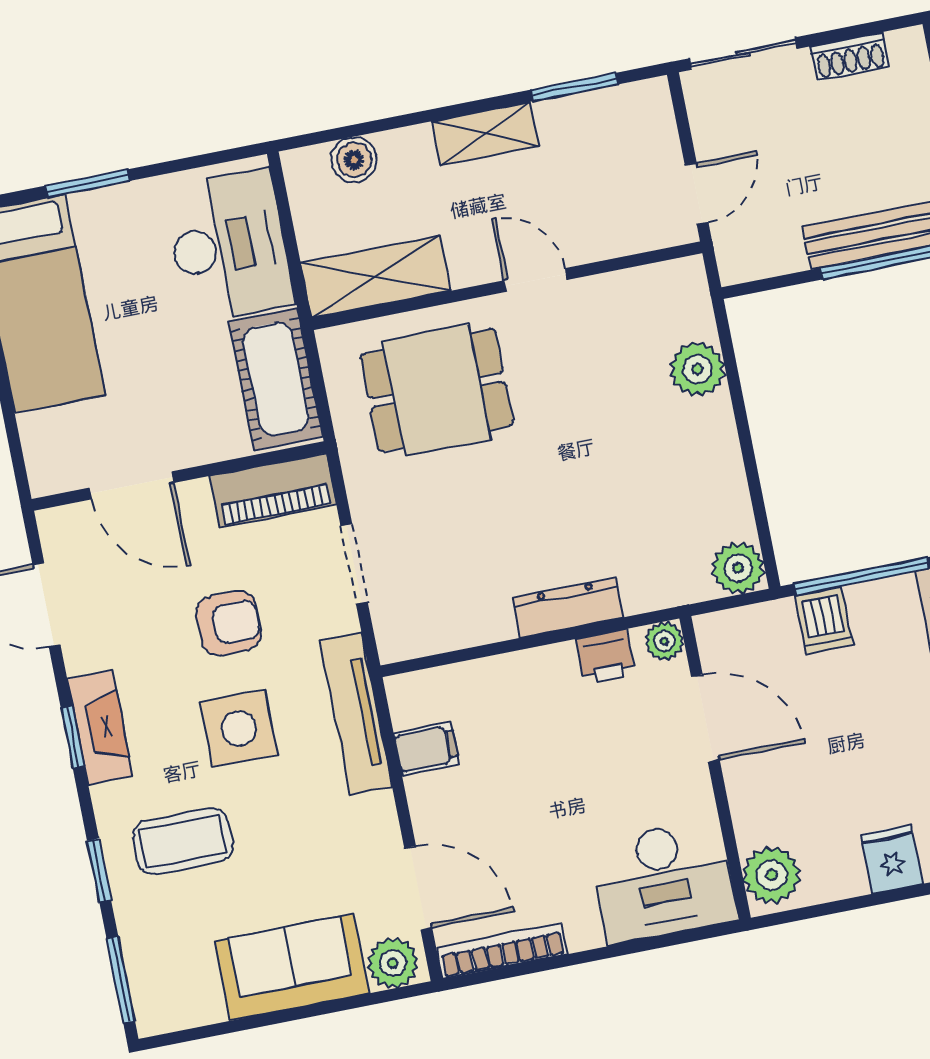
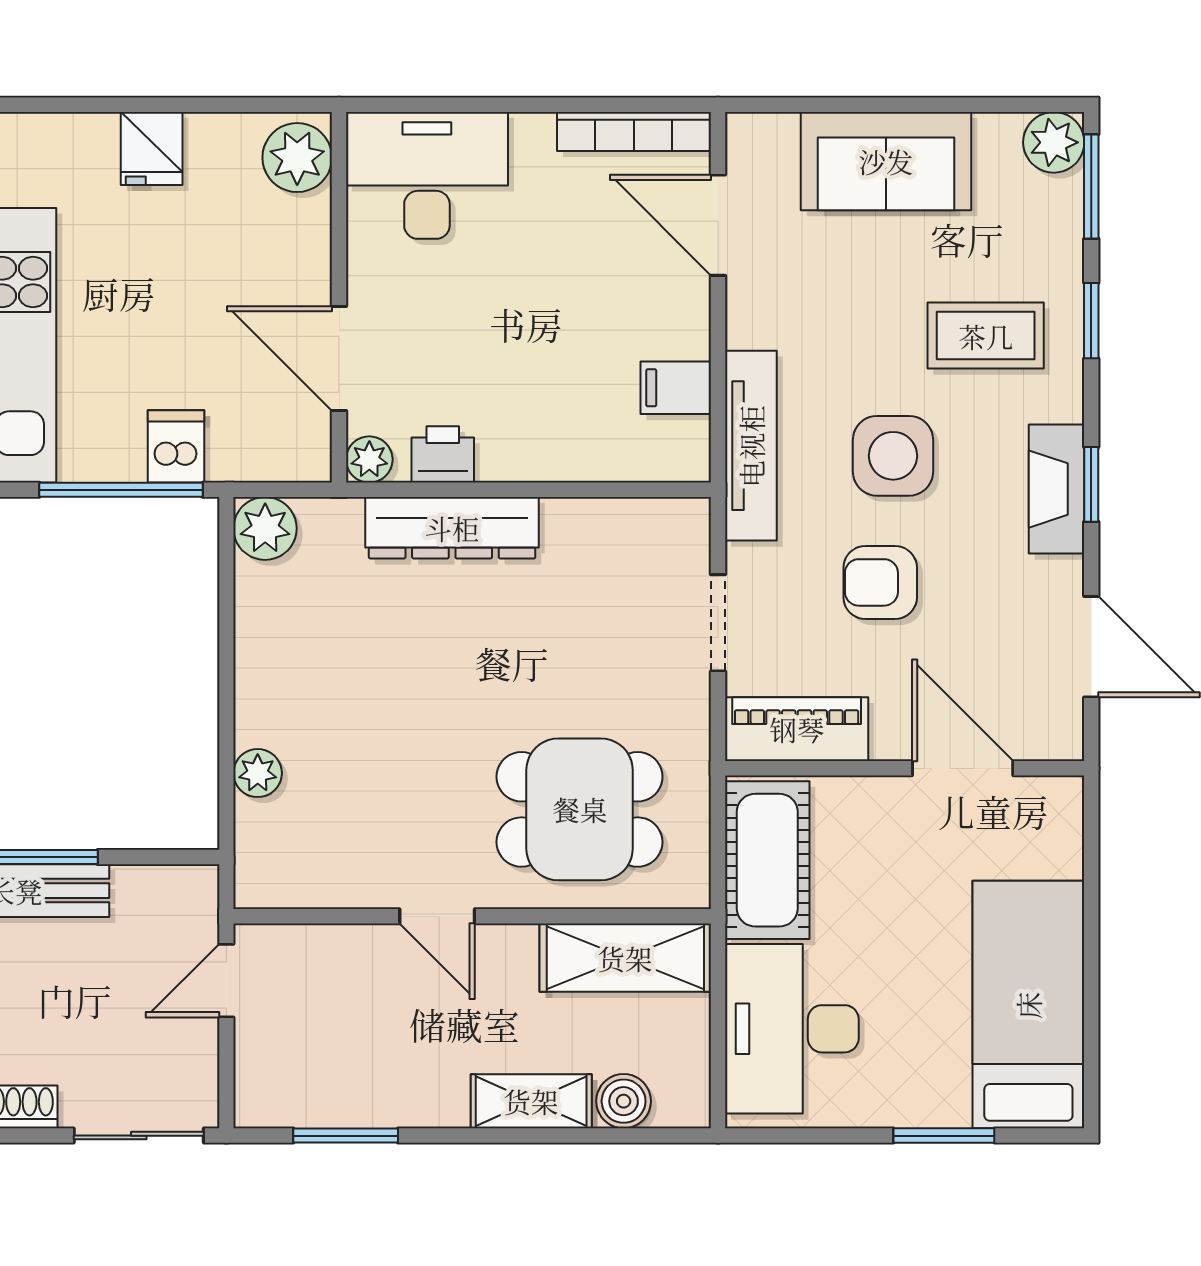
shelving: (485, 134) -> (531, 1101), moved
plant: (697, 369) -> (258, 773), width x0.73, depth x0.73
dresser: (568, 607) -> (452, 528), width x1.37, depth x1.24
plant: (393, 963) -> (1054, 142), moved

